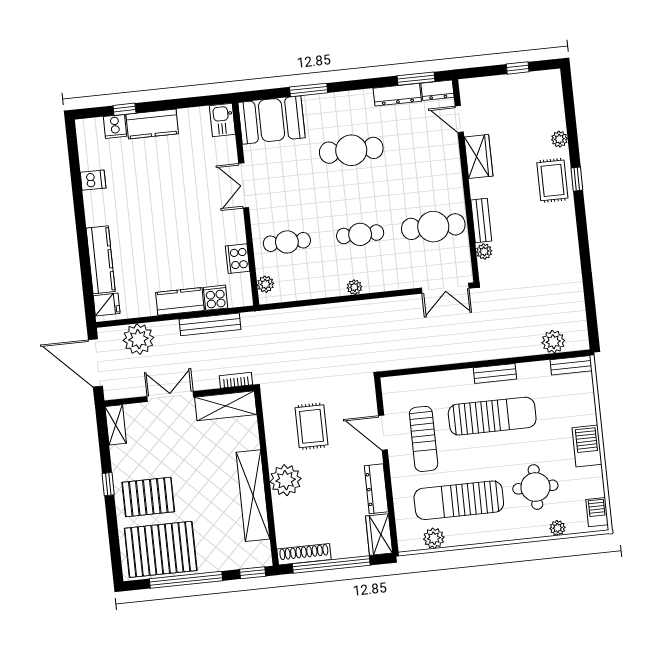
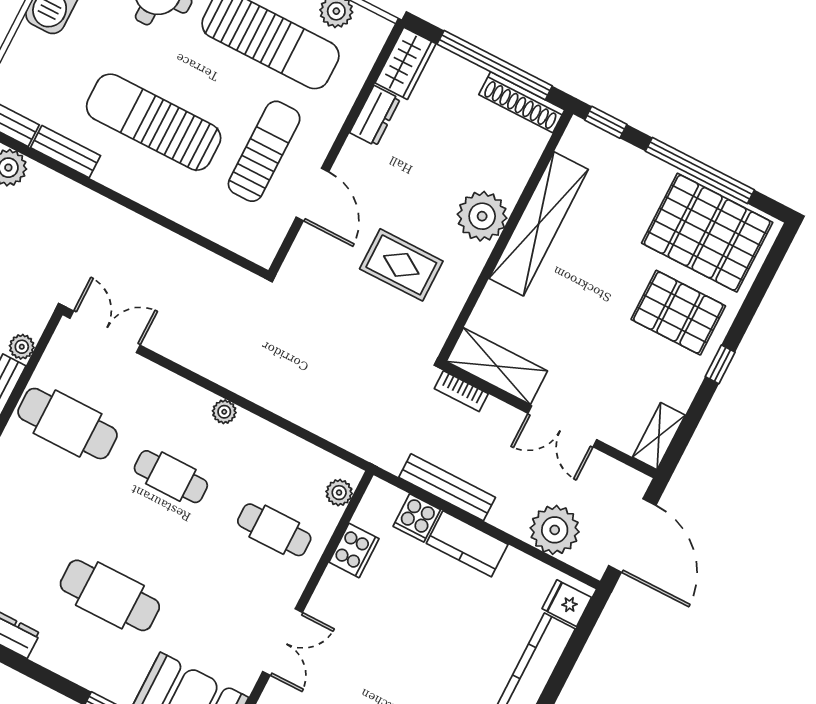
bench: (495, 373) -> (66, 152), moved
rug: (311, 426) -> (401, 265), turned 90
dresser: (376, 489) -> (375, 116), width x0.70

